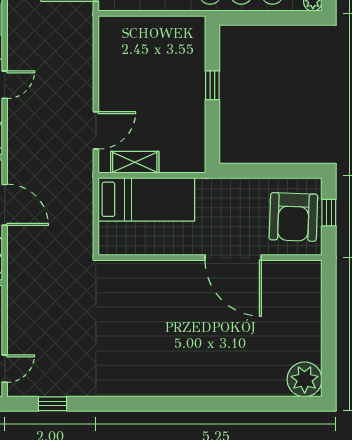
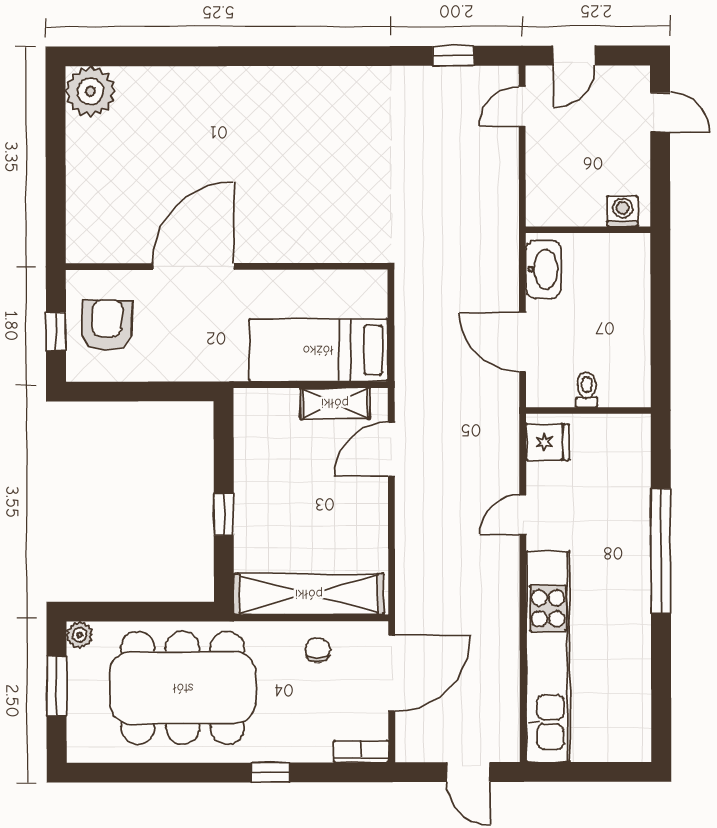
shelving: (154, 30) -> (309, 594), added
armchair: (293, 217) -> (107, 325), width x0.73, depth x0.73
door: (233, 258) -> (193, 267), hinge flipped

